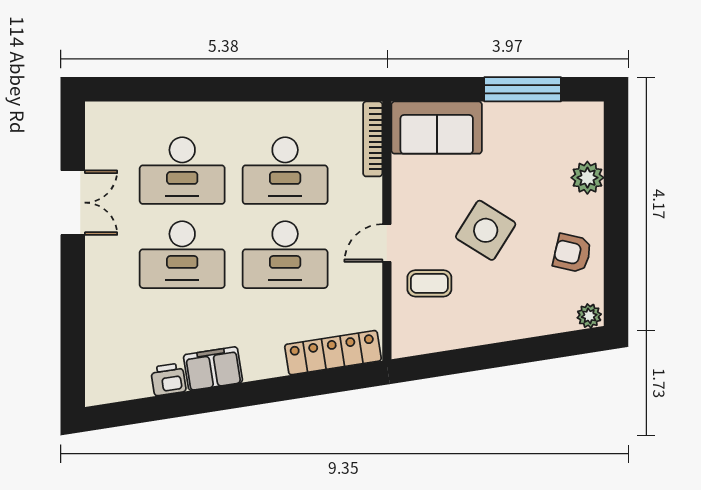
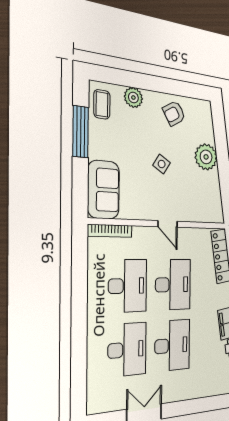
side table: (486, 230) -> (162, 164), width x0.54, depth x0.54
armchair: (572, 253) -> (174, 113), turned 46
coffee table: (429, 283) -> (102, 104), moved
plant: (589, 316) -> (206, 157), moved, width x1.87, depth x1.87

